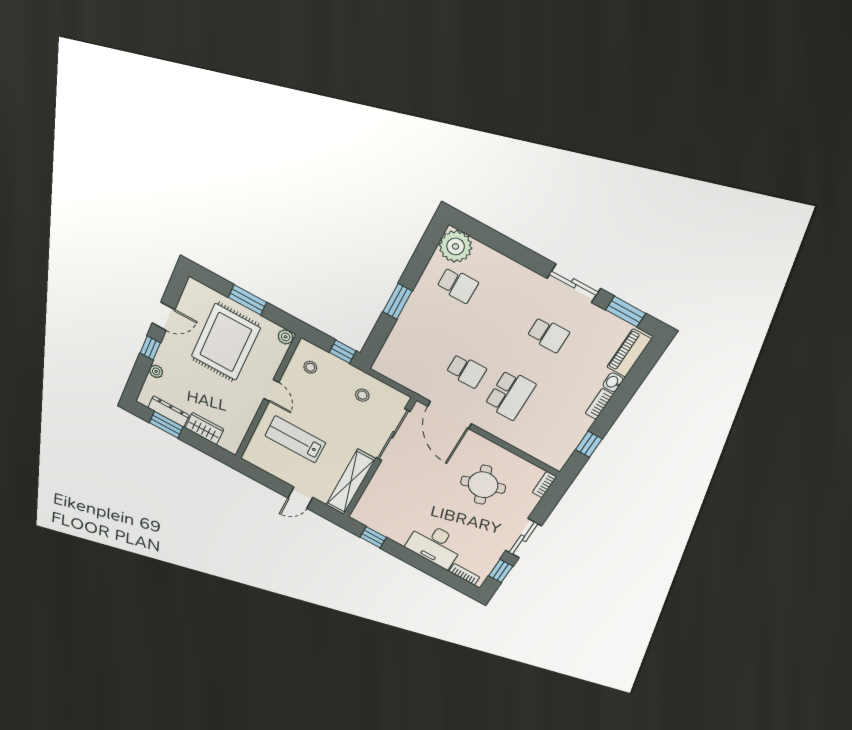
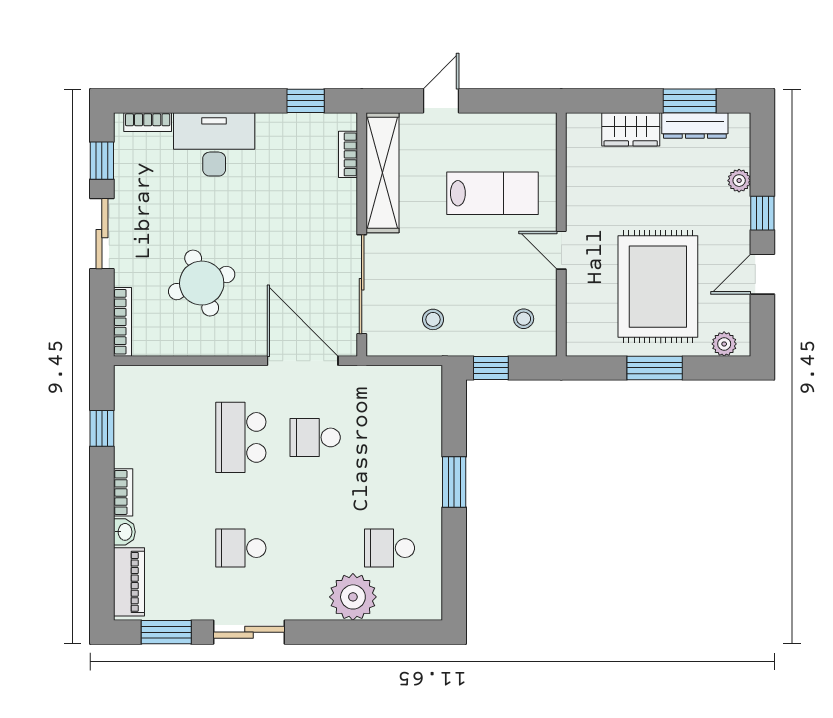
plant: (456, 246) -> (353, 597), moved
plant: (286, 337) -> (724, 344), moved
bookcase: (544, 485) -> (122, 322), width x1.56
bookcase: (365, 501) -> (348, 154), added

